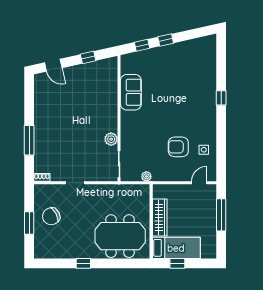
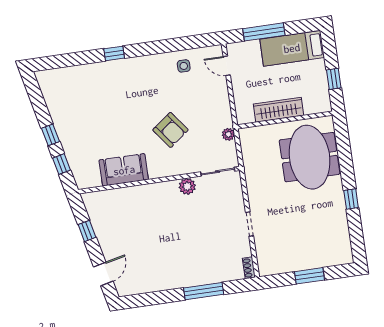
armchair: (178, 147) -> (170, 130), moved, turned -37
chair: (51, 216) -> (297, 249), removed
bed: (176, 248) -> (292, 48), moved, turned -90

